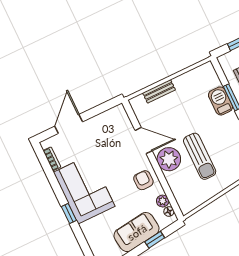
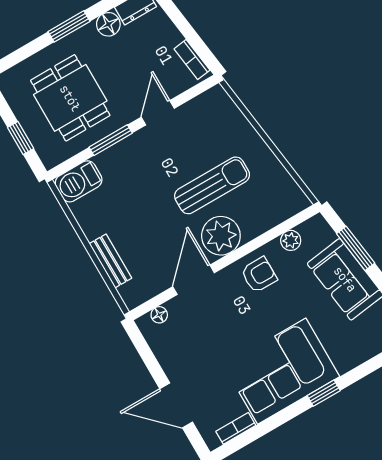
barbecue: (220, 101) -> (79, 181), moved
armchair: (143, 180) -> (259, 275), turned 180
floor lamp: (169, 212) -> (159, 315), moved
window: (155, 240) -> (356, 248), width x1.50

